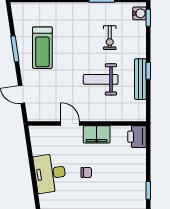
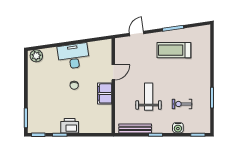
water cooler: (140, 13) -> (178, 128), moved
bench: (140, 79) -> (135, 128), moved
printer: (137, 137) -> (70, 126), moved

